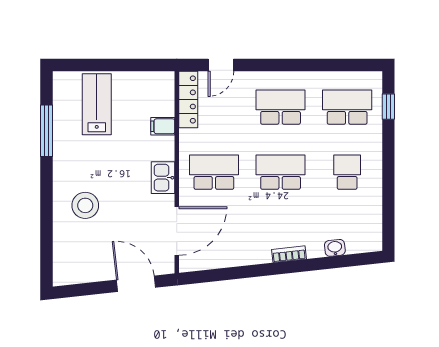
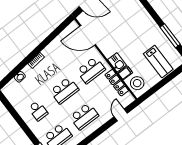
locker: (188, 99) -> (117, 83), moved
kitchen sink: (163, 178) -> (117, 62), moved
stool: (85, 205) -> (137, 83), moved
door: (177, 231) -> (88, 35), hinge flipped

